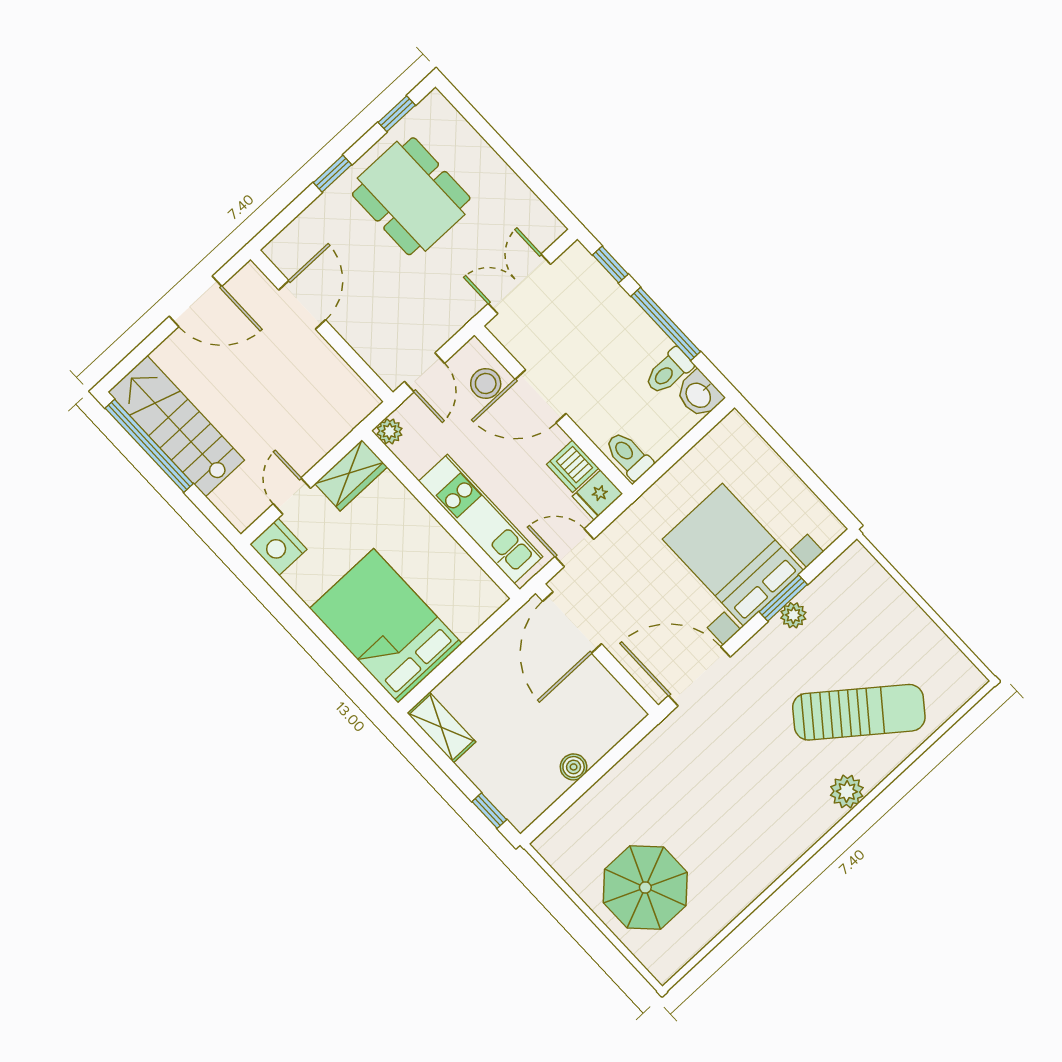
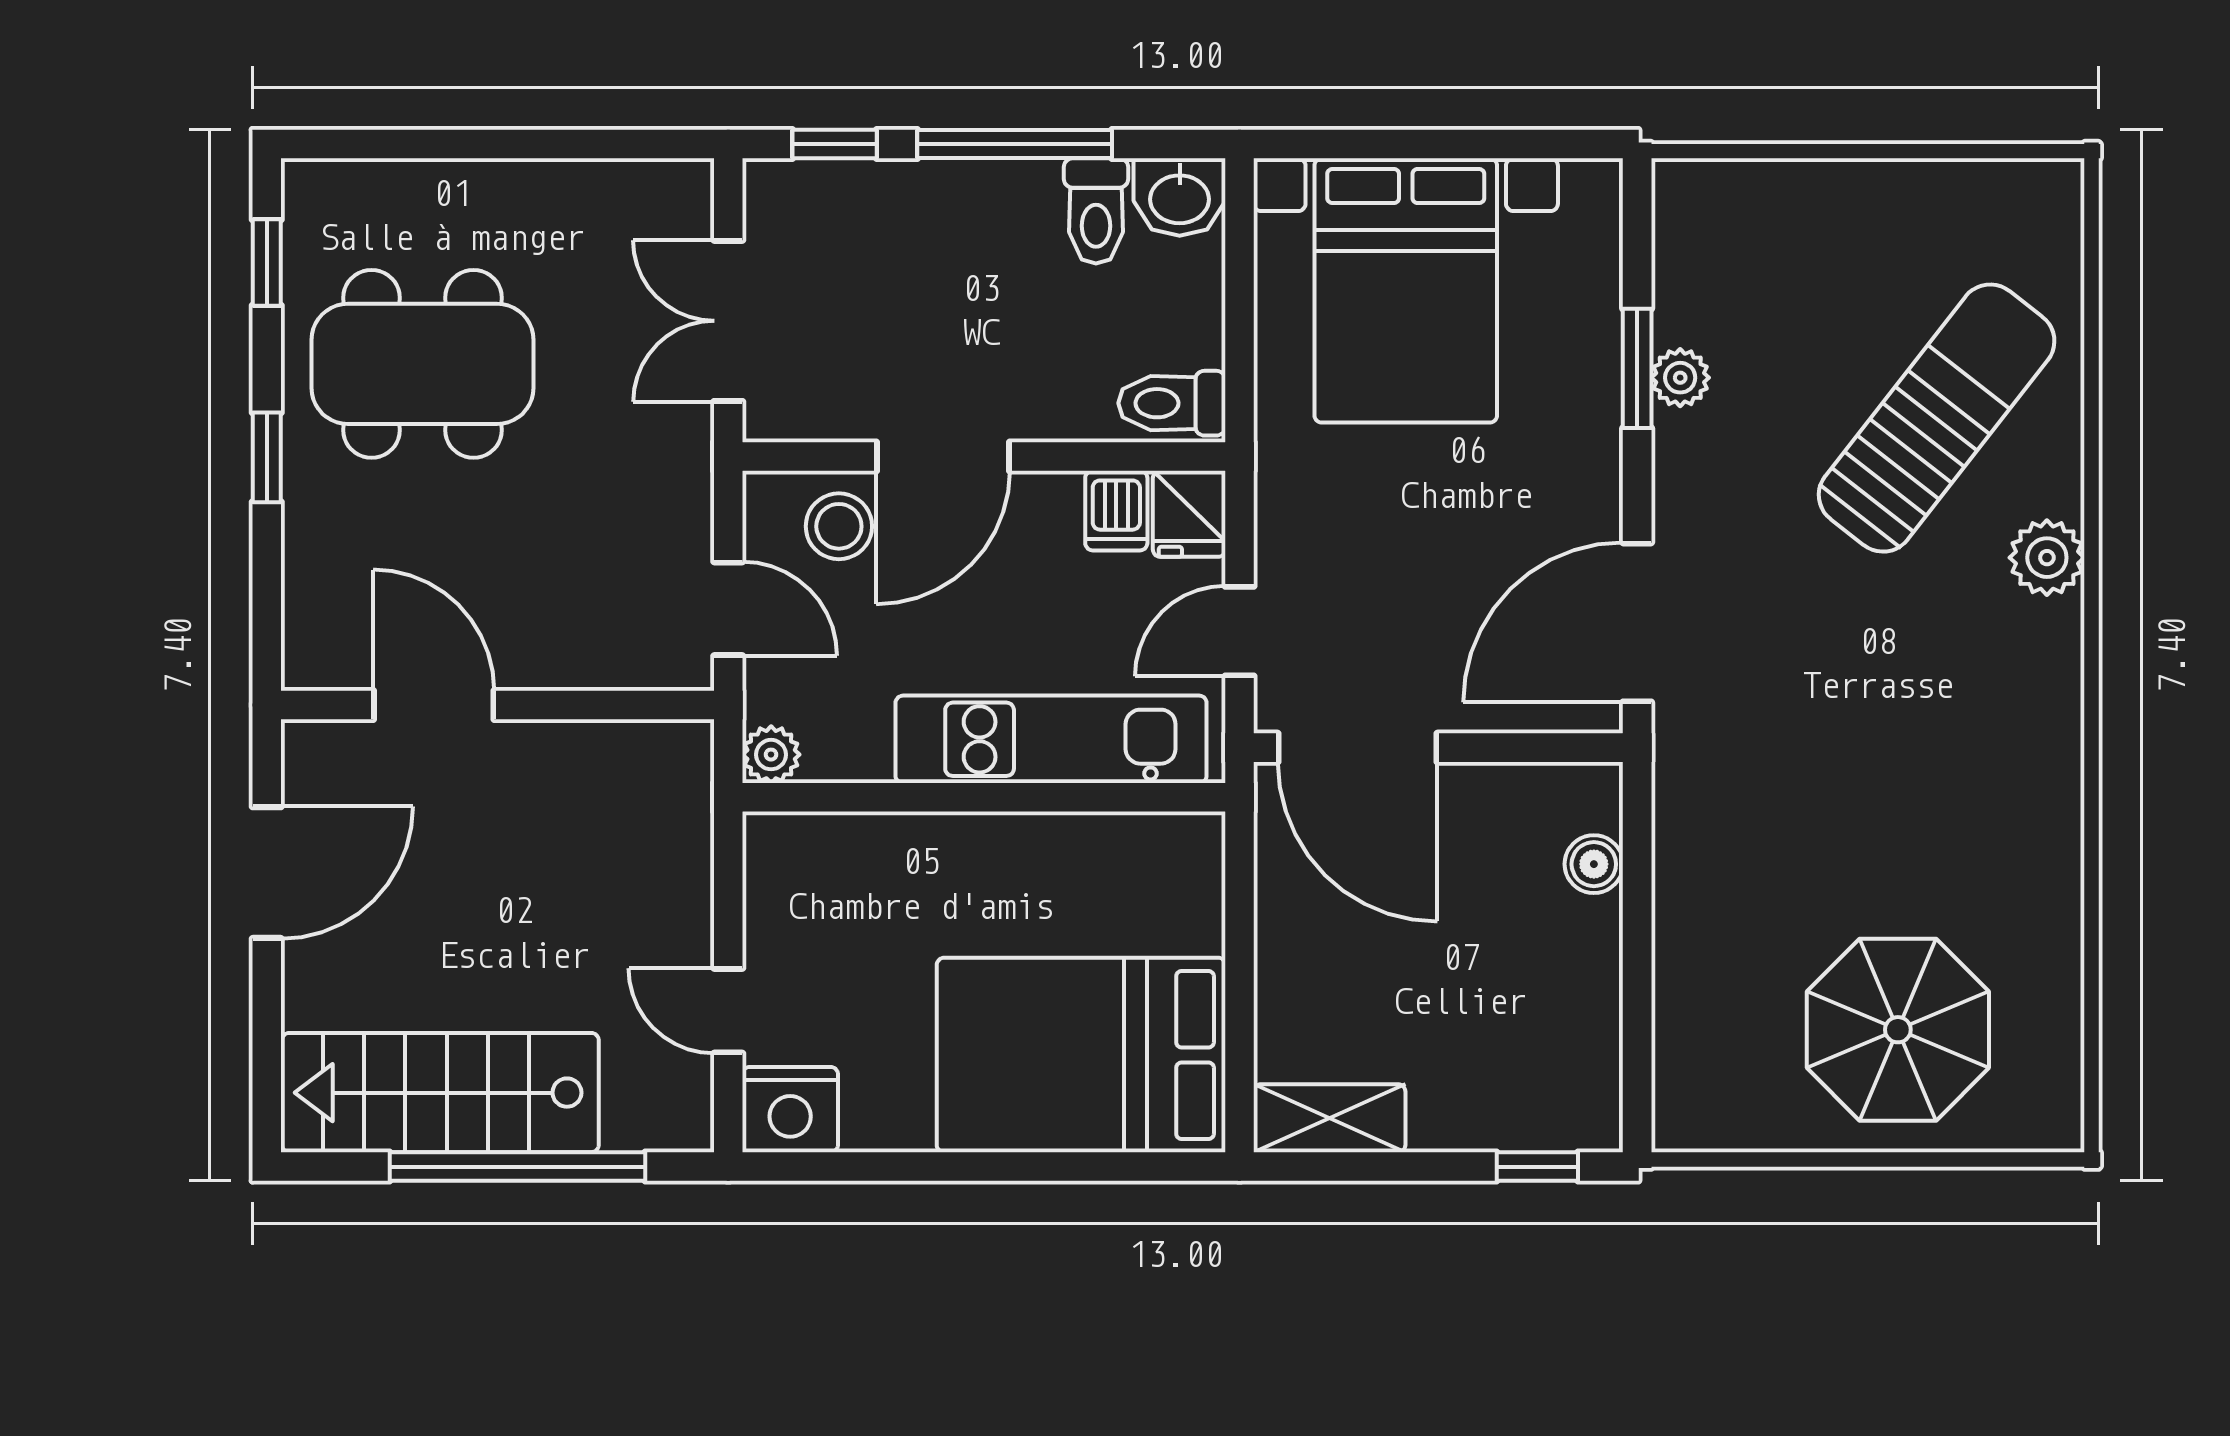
window: (149, 446) -> (517, 1167), moved
dishwasher: (573, 466) -> (1116, 511), width x0.73
wardrobe: (351, 475) -> (784, 883), removed
bed with nightstands: (733, 555) -> (1406, 290), moved, turned -90
boiler: (574, 767) -> (1594, 864), moved

